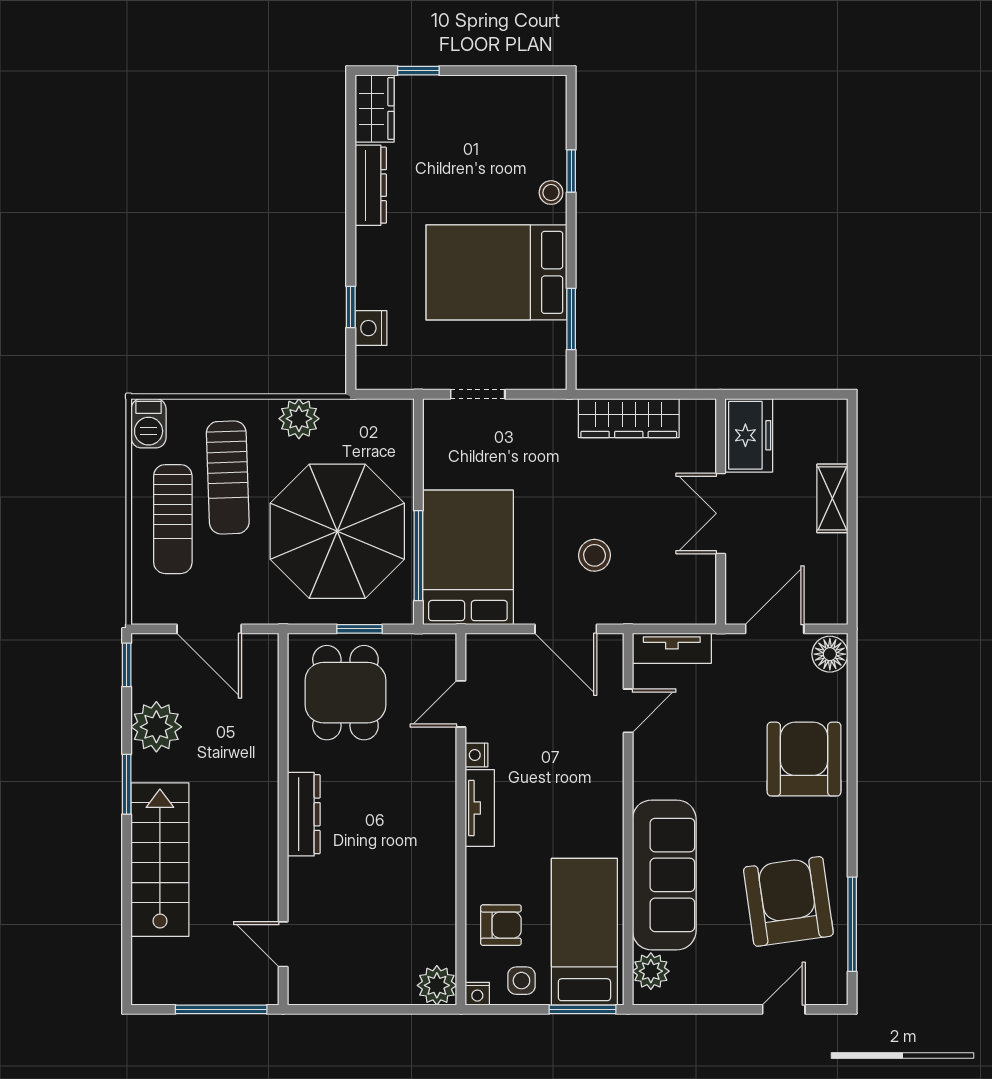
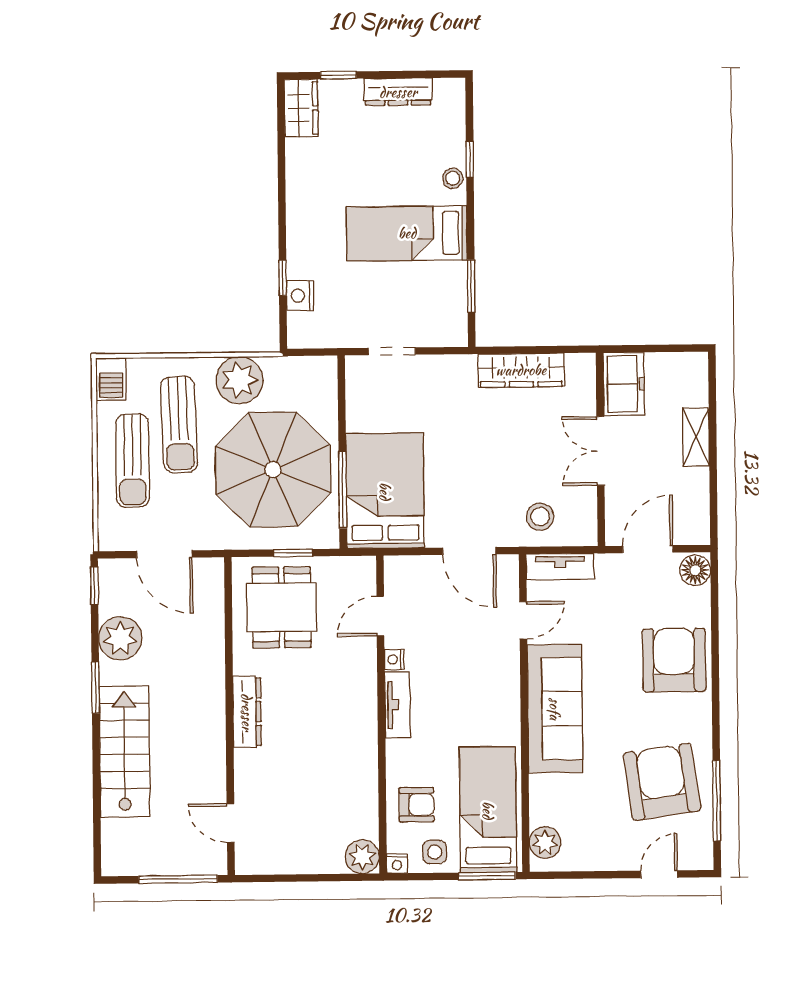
dresser: (371, 185) -> (398, 92), moved, turned 90
bed: (497, 272) -> (407, 233), width x0.67
plant: (299, 419) -> (239, 380), width x1.36, depth x1.36
stool: (595, 555) -> (540, 517), moved
sofa: (664, 875) -> (555, 709), moved

